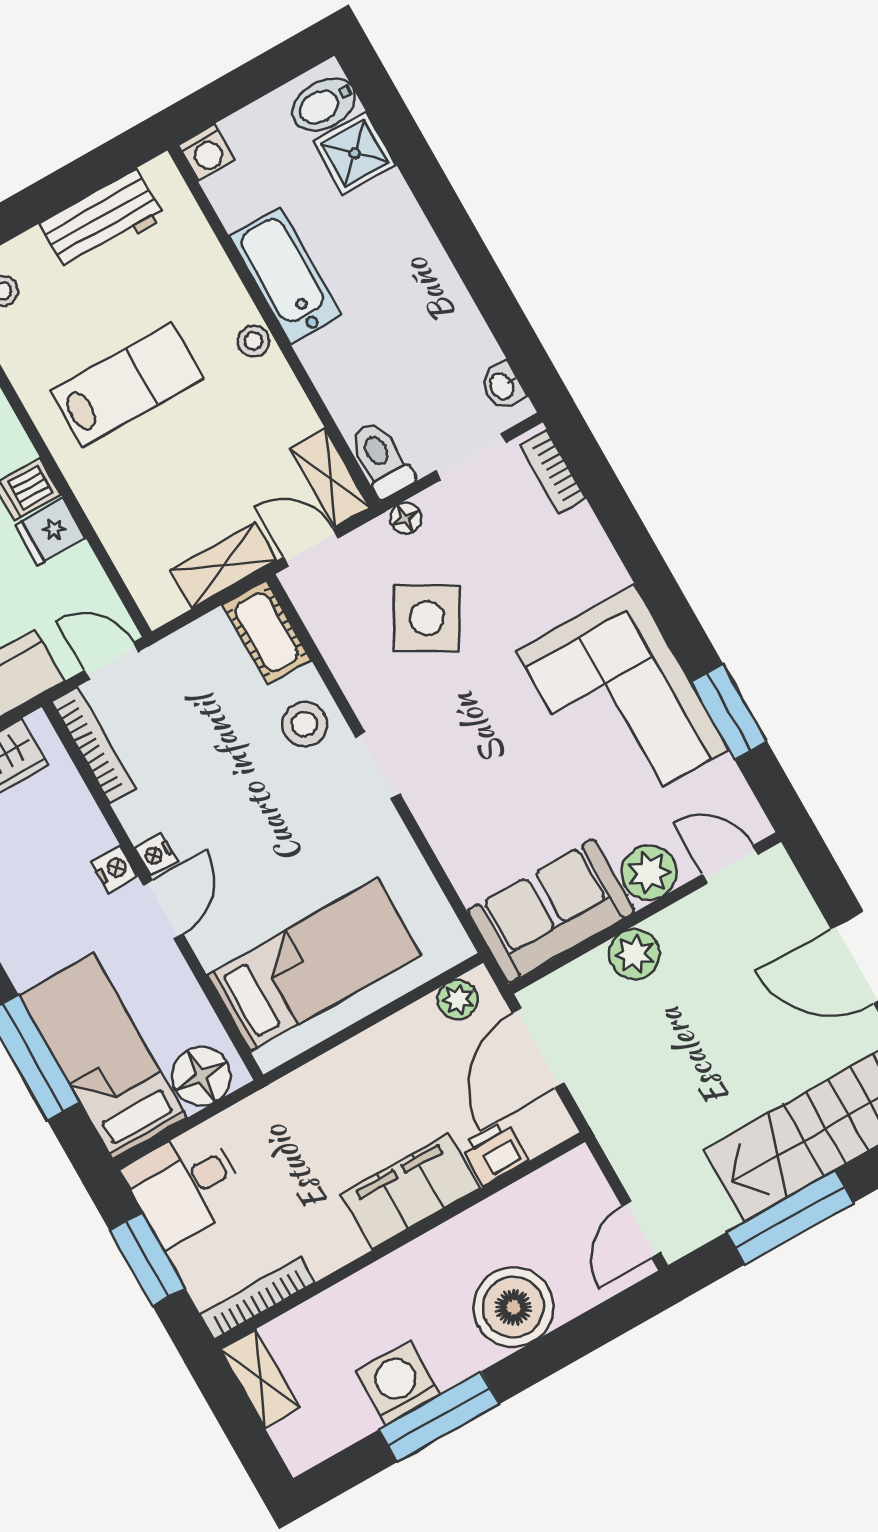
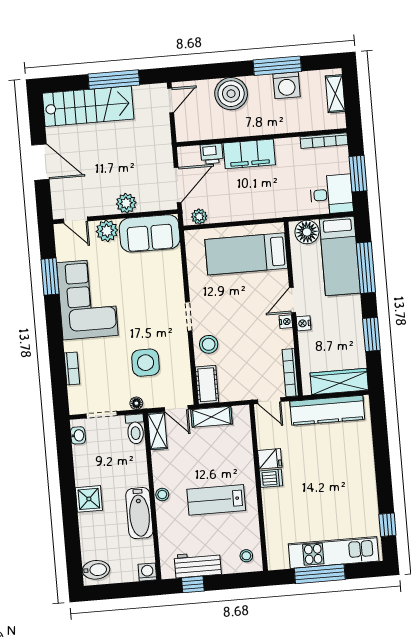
shower: (355, 153) -> (89, 499), moved
window: (92, 172) -> (193, 584), added
bookcase: (553, 472) -> (72, 368), moved
side table: (427, 618) -> (146, 363), turned -30
shelving: (260, 1379) -> (335, 94), moved

